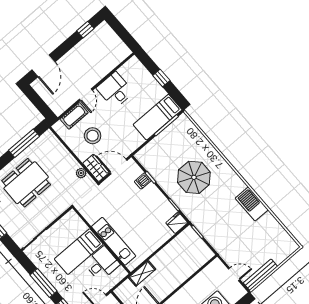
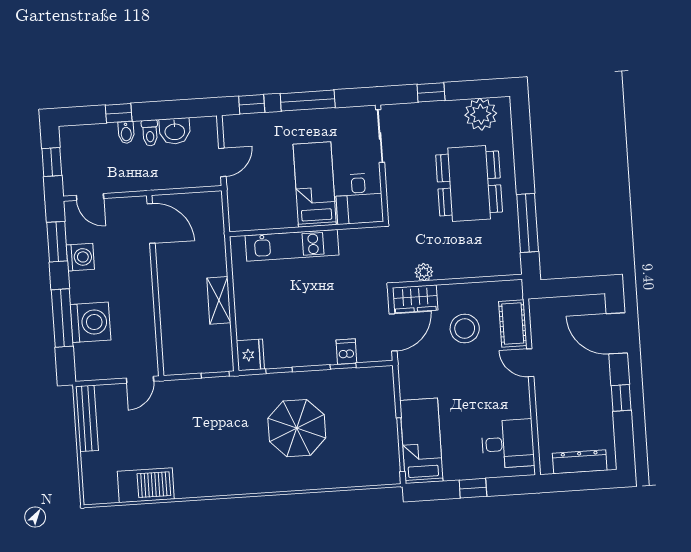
window: (85, 30) -> (621, 398), moved
dresser: (113, 39) -> (580, 462), added
desk: (115, 90) -> (508, 444), moved
barbecue: (252, 204) -> (146, 485), moved
desk: (102, 264) -> (359, 199), moved
shelving: (142, 273) -> (219, 300), moved
door: (234, 274) -> (140, 380), moved

